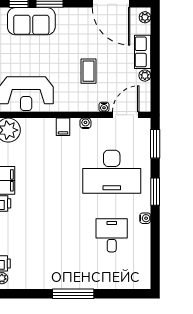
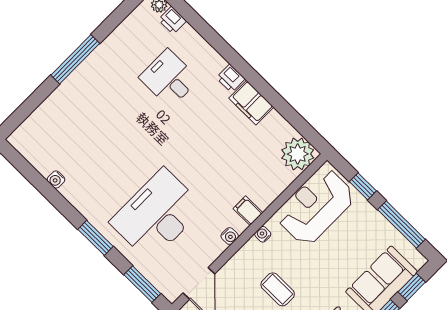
water cooler: (104, 107) -> (263, 234), moved
water cooler: (145, 218) -> (56, 180), moved
desk: (112, 235) -> (169, 78), moved, turned 180

